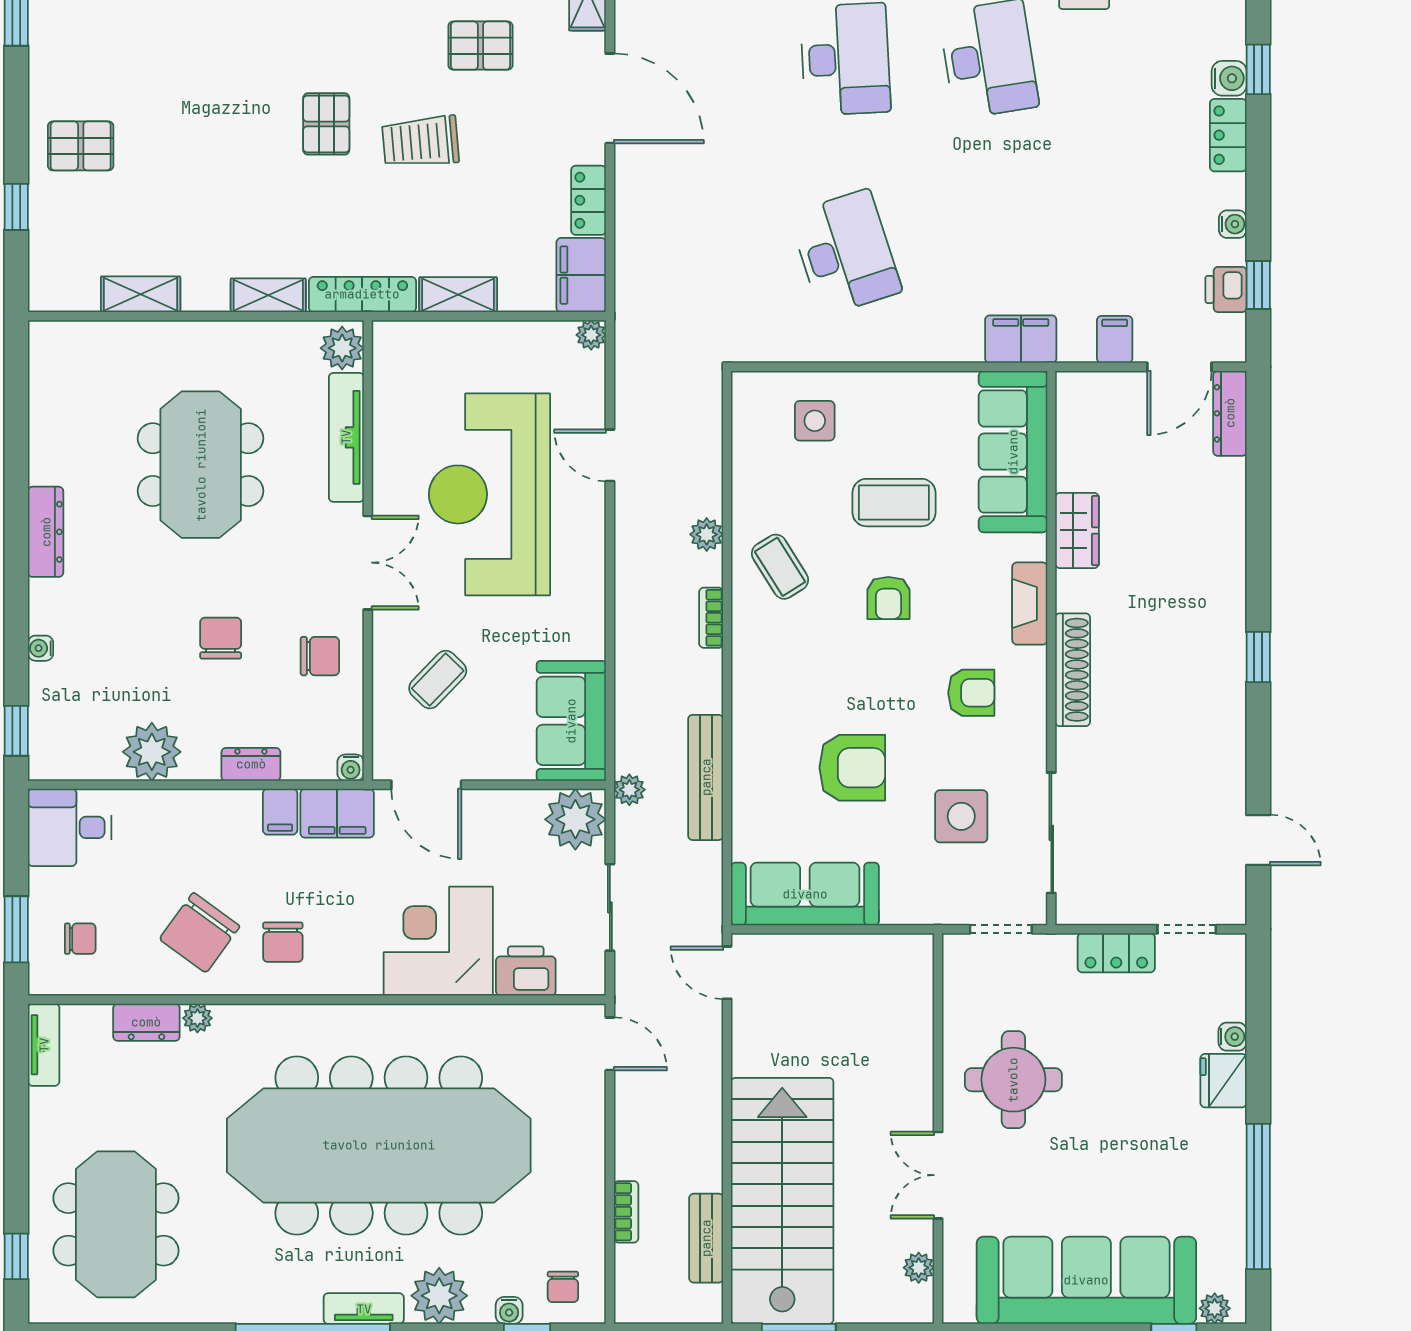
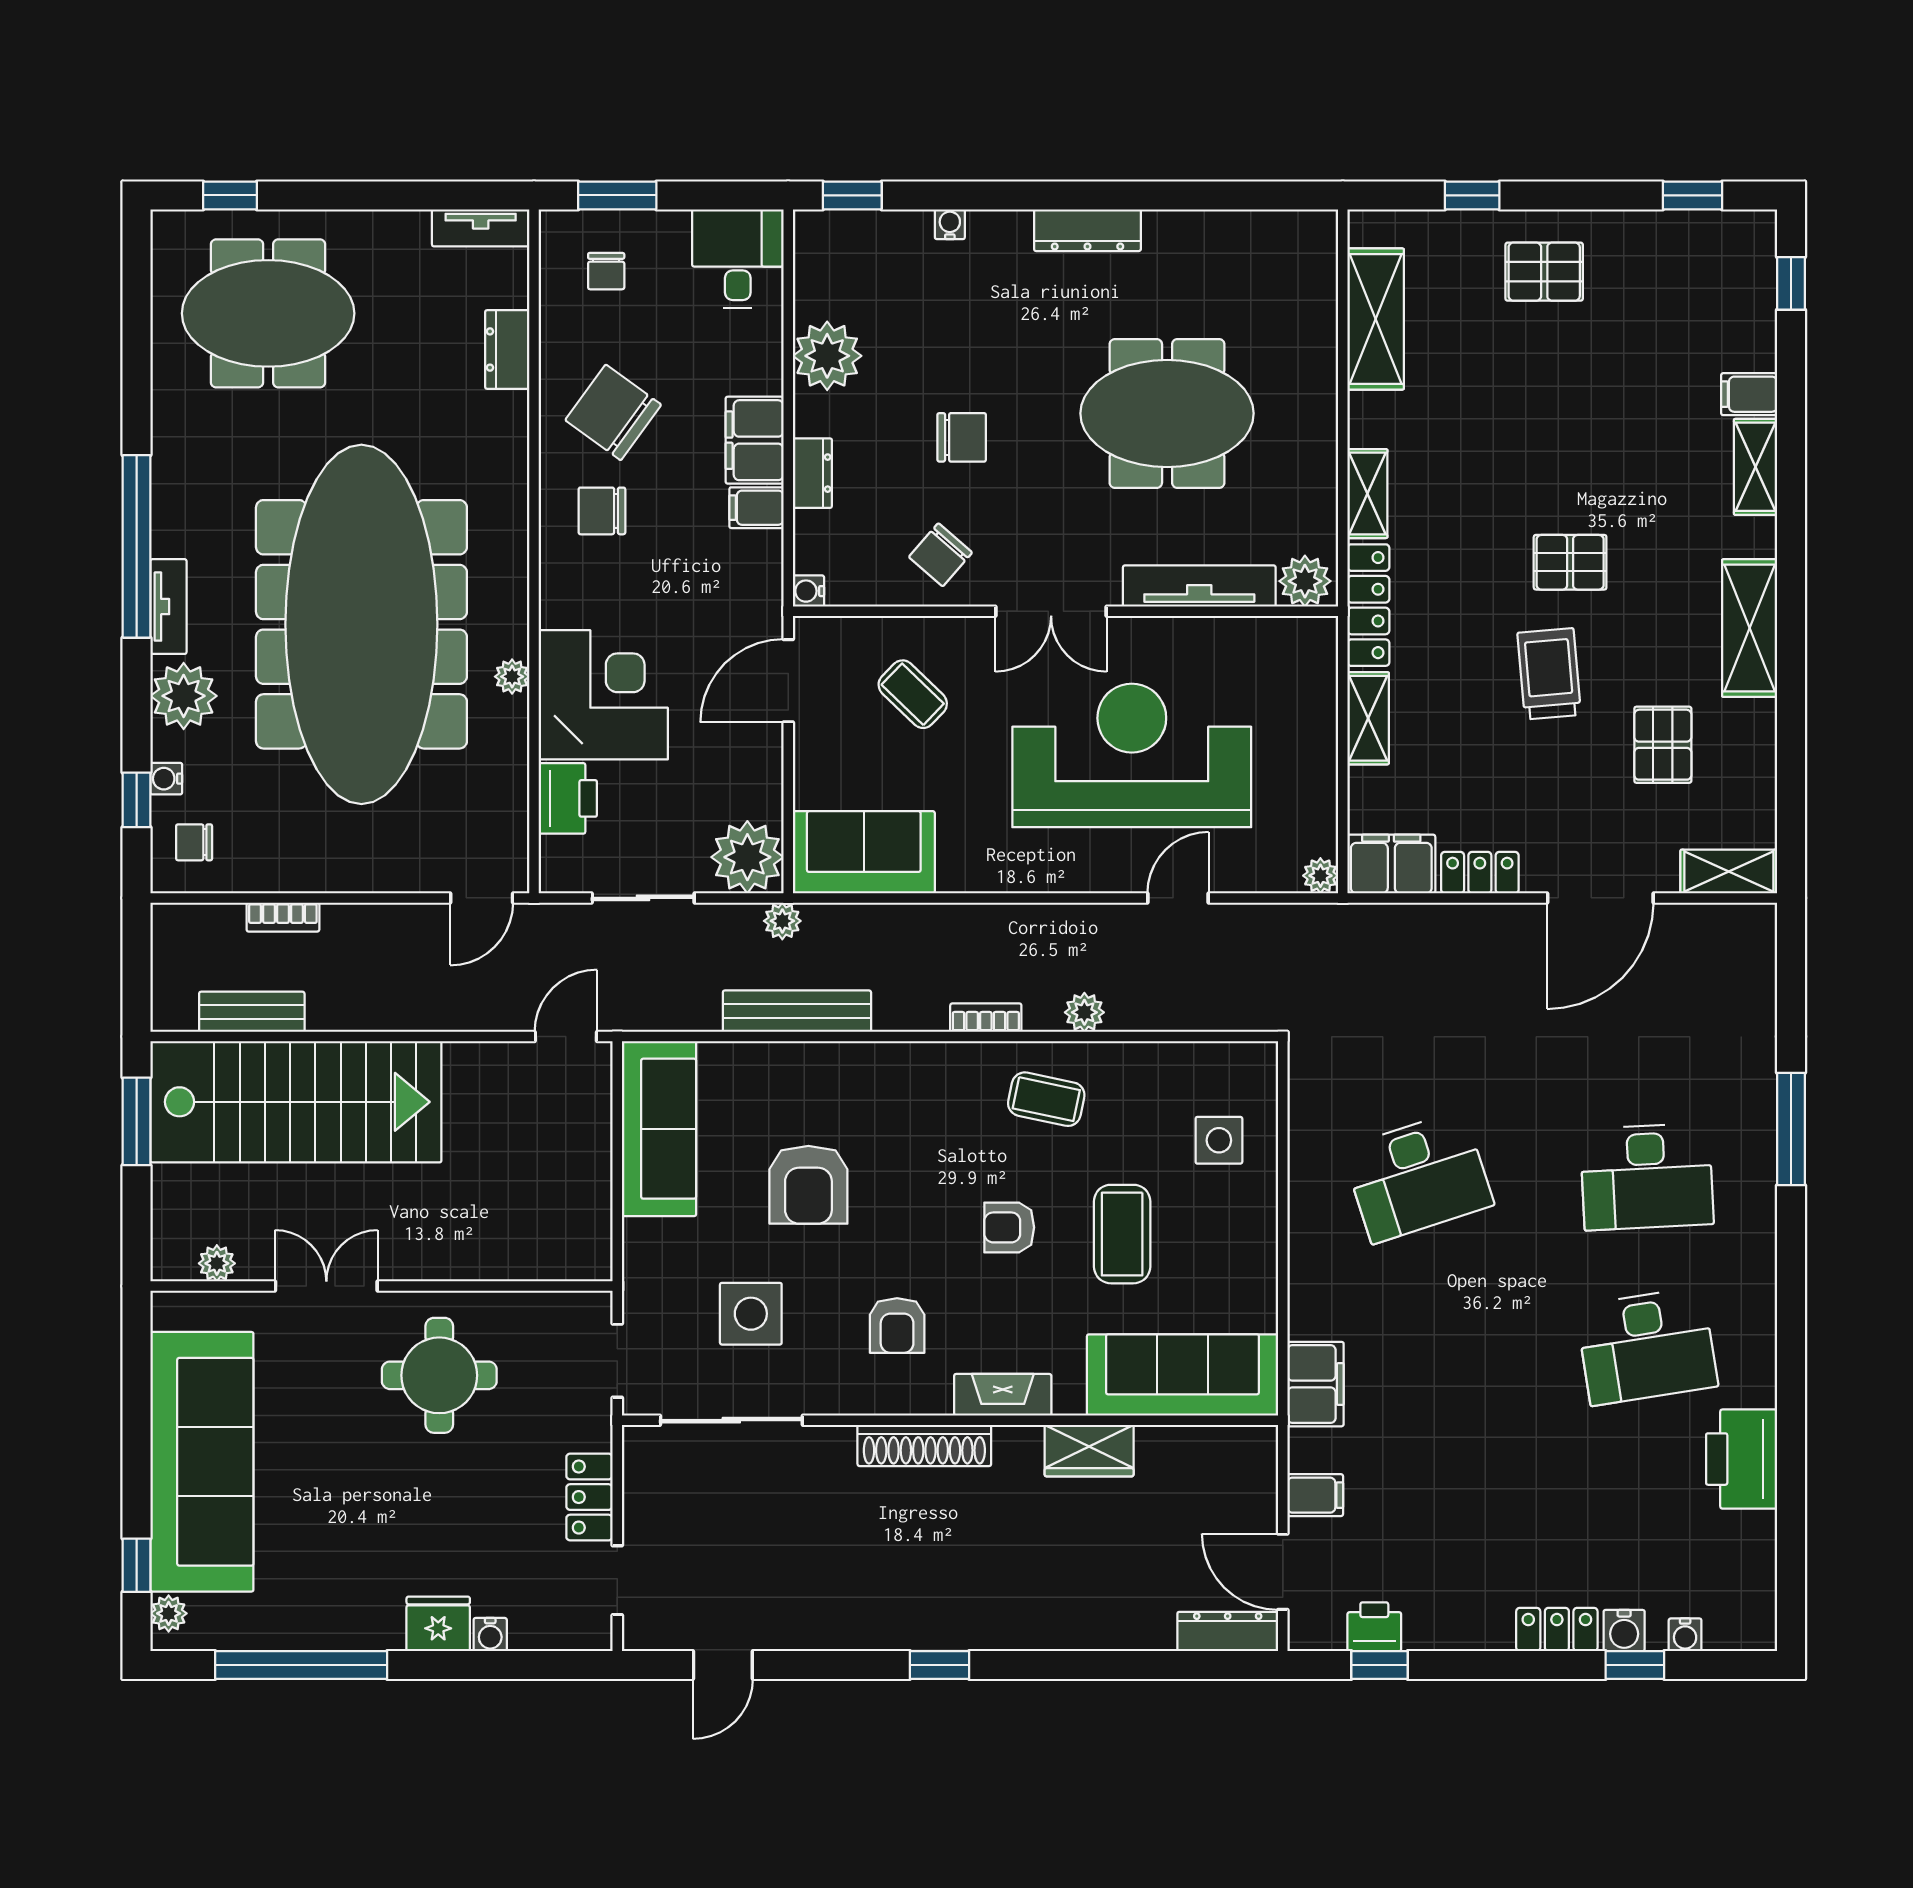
pallet: (81, 146) -> (1544, 272), turned 90
water cooler: (1233, 224) -> (1685, 1635), moved
shelving: (141, 294) -> (1376, 319), width x1.50, depth x1.33
coffee table: (780, 567) -> (1046, 1099), turned 44
chair: (320, 656) -> (940, 555), turned 41
filing cabinet: (337, 813) -> (755, 440), moved
plant: (197, 1018) -> (512, 677), moved

